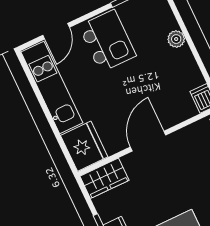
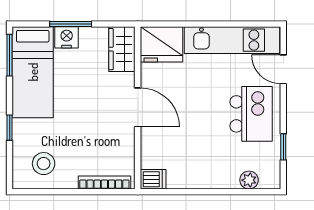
plant: (176, 39) -> (249, 180), moved
kitchen island: (107, 41) -> (251, 114), turned -90

